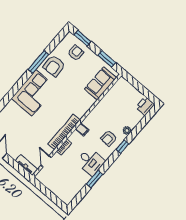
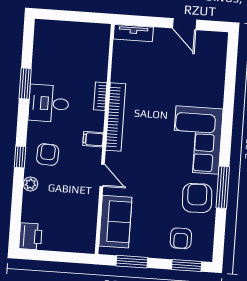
door: (46, 161) -> (102, 175), moved

